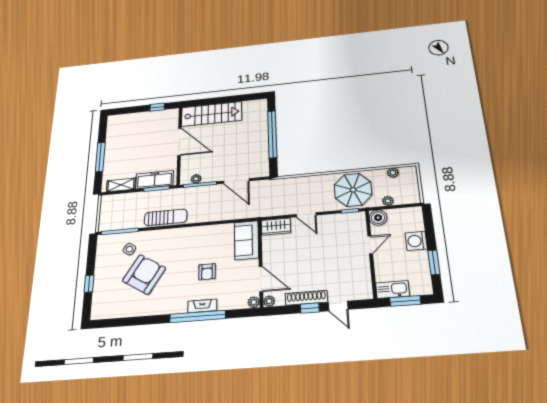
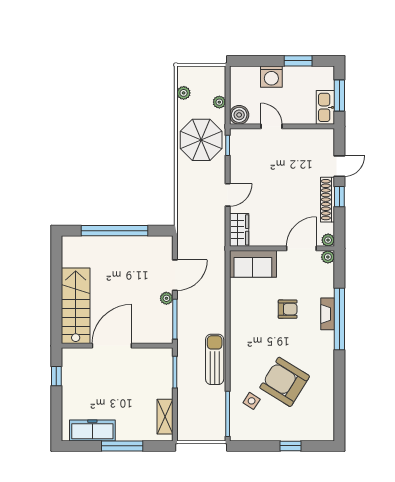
plant: (196, 179) -> (166, 298), moved
freezer: (155, 180) -> (92, 430), moved, turned 90

